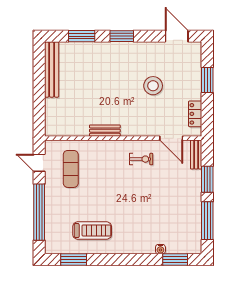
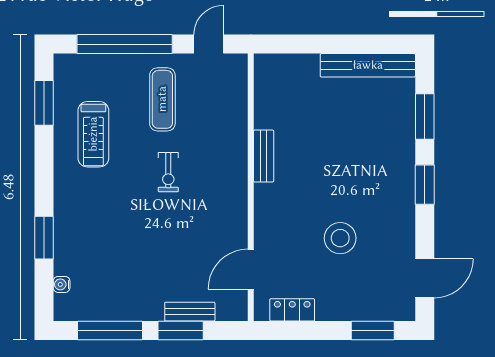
window: (207, 80) -> (373, 331), moved
bench: (196, 154) -> (190, 312), moved
exercise bike: (141, 159) -> (168, 172), moved
exercise mat: (71, 169) -> (162, 99), moved, turned 90
water cooler: (160, 249) -> (62, 284), moved
window: (175, 260) -> (44, 238), moved

